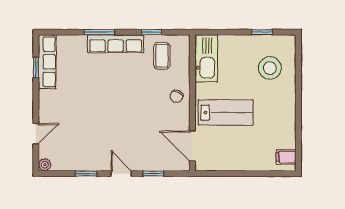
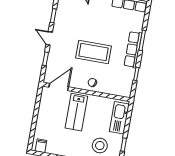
coffee table: (162, 56) -> (94, 52), moved, width x1.86, depth x1.72
kitchen sink: (206, 58) -> (119, 118), moved, turned 90
door: (121, 174) -> (49, 38), swing flipped

